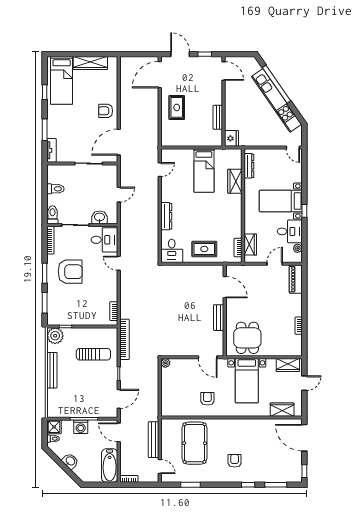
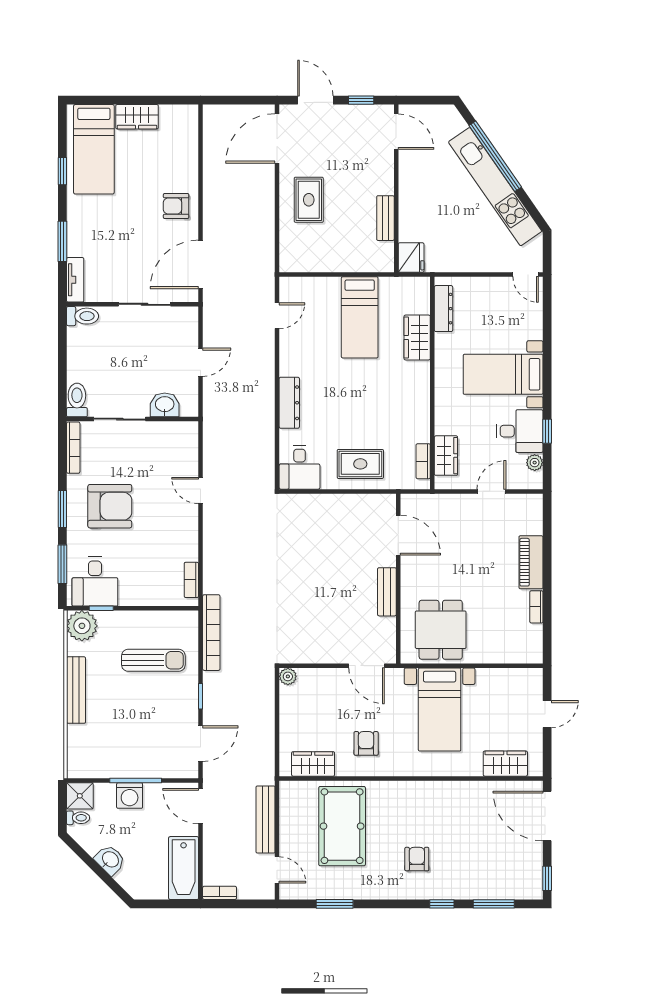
wardrobe: (90, 63) -> (137, 117), width x0.67
toilet: (55, 189) -> (83, 316), moved
window: (304, 211) -> (547, 431), moved
desk: (104, 240) -> (95, 582), moved, turned 90
piano: (296, 279) -> (531, 562), moved
wardrobe: (288, 365) -> (313, 764), moved, turned 180

